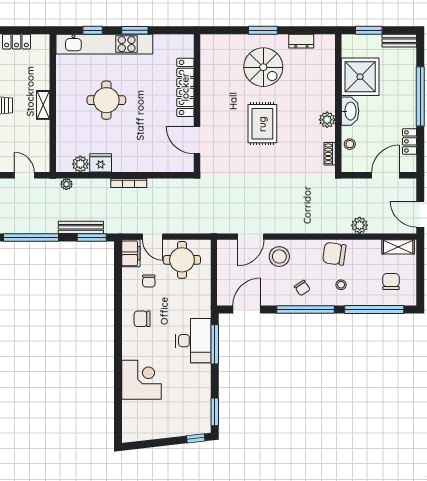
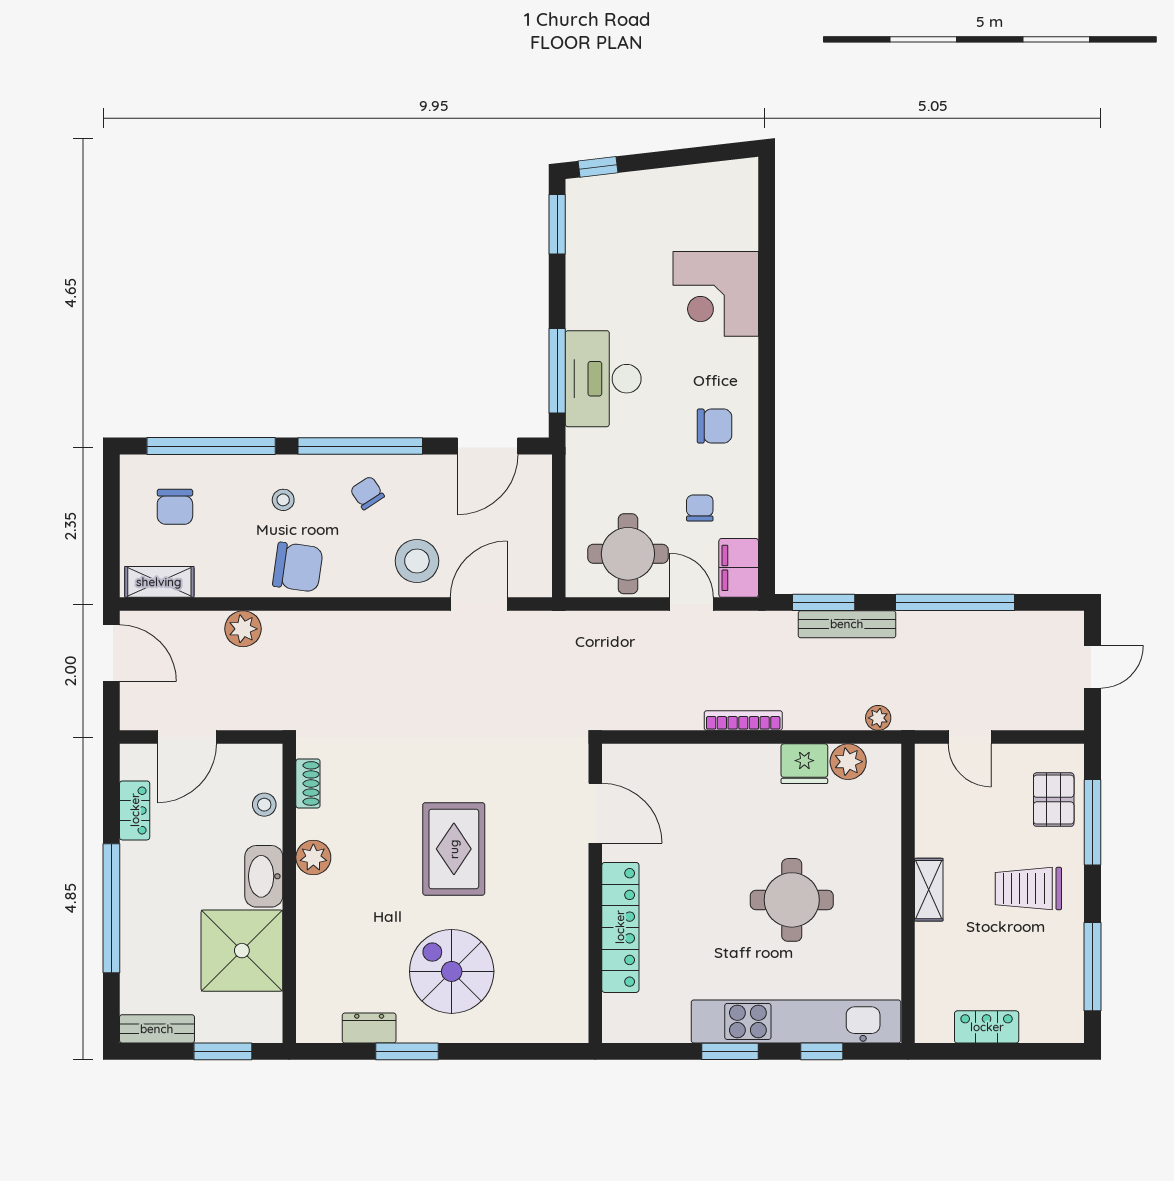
window: (263, 30) -> (407, 1051), moved

